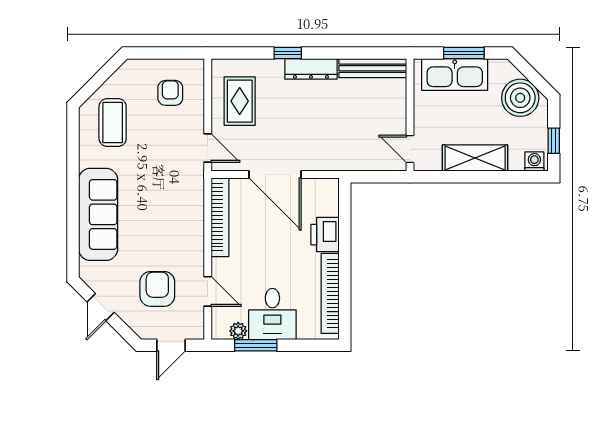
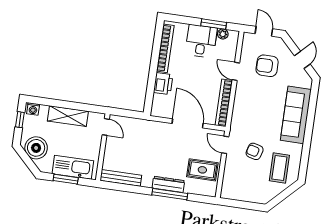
window: (288, 53) -> (170, 194), width x2.17
dresser: (311, 69) -> (168, 184), moved
armchair: (170, 93) -> (255, 151), moved, turned 105
rug: (240, 101) -> (202, 170), turned 90
armchair: (157, 289) -> (267, 66), turned 90
door: (208, 291) -> (236, 71), moved
door: (171, 345) -> (264, 31), hinge flipped

